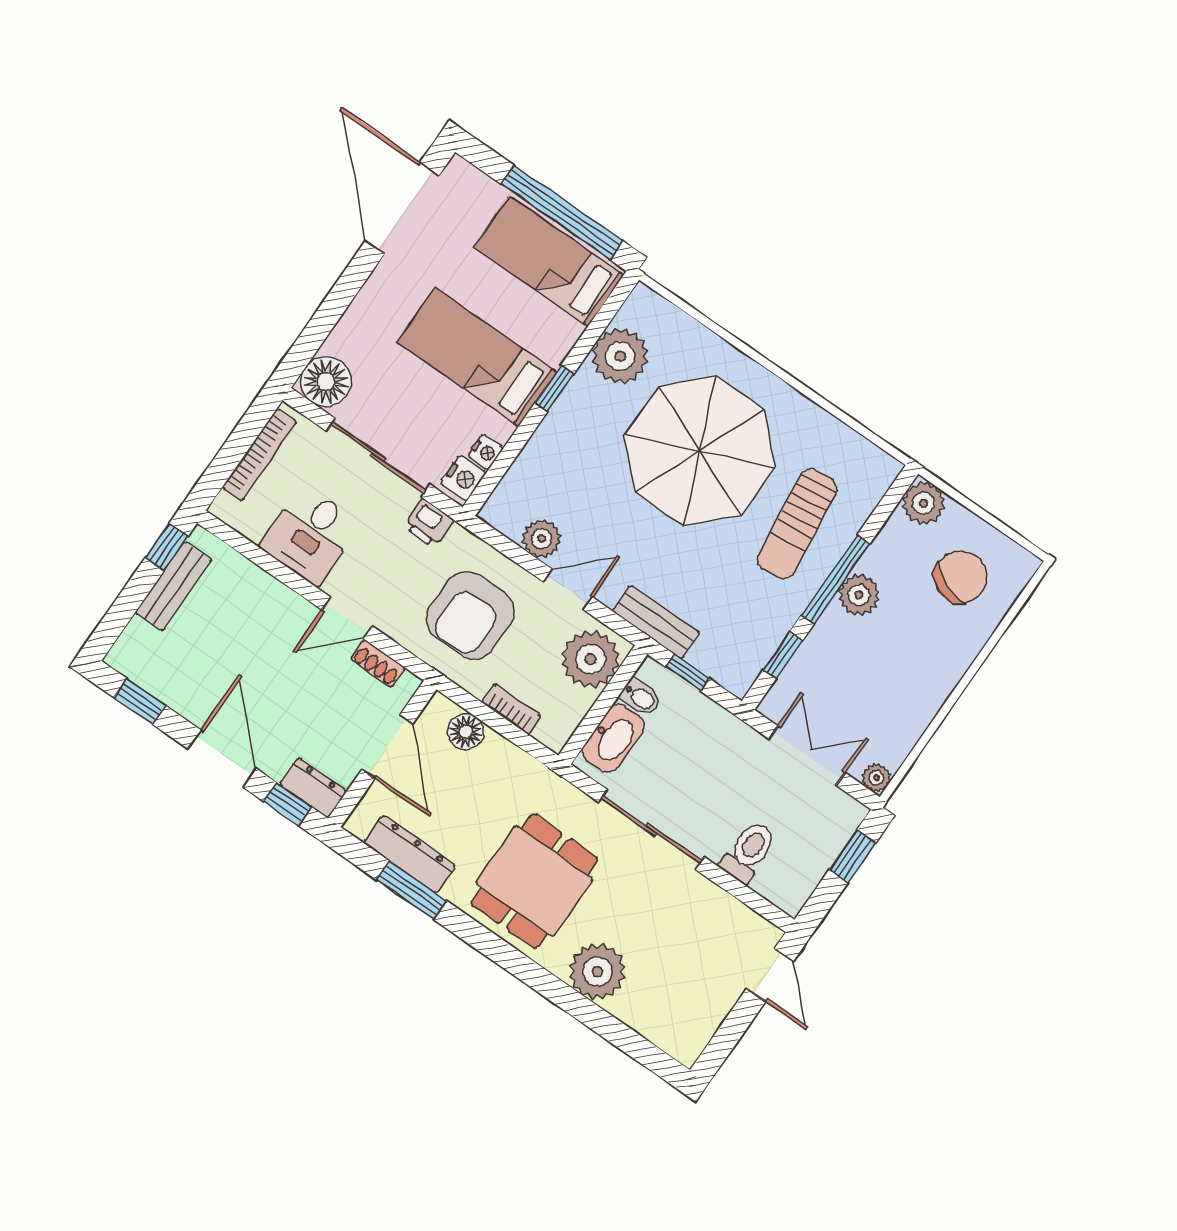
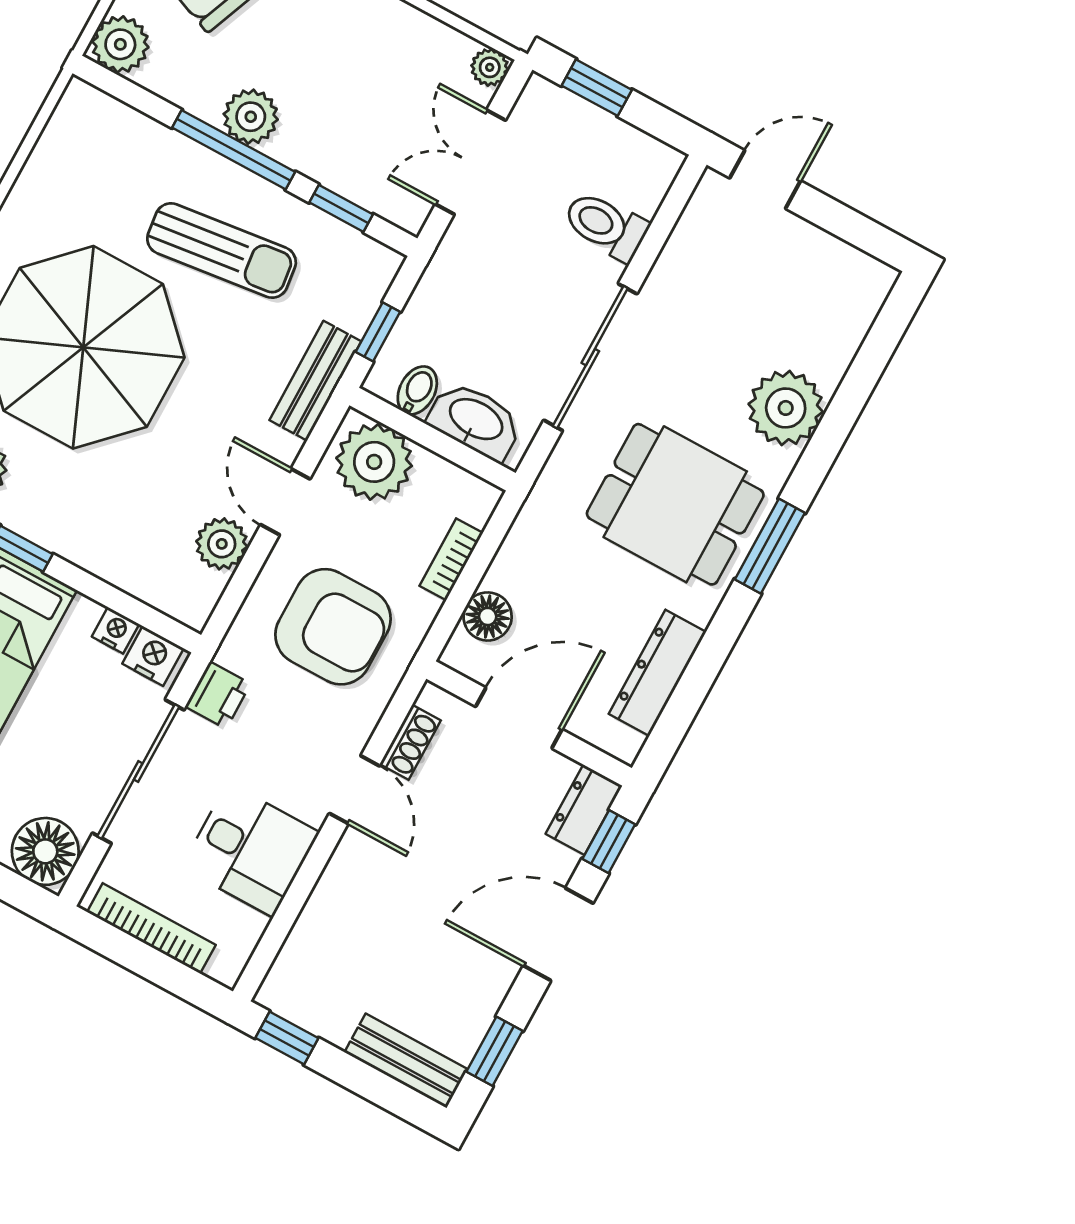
sun lounger: (797, 524) -> (222, 250), moved
bench: (174, 586) -> (406, 1061), moved
window: (412, 890) -> (770, 546), moved

